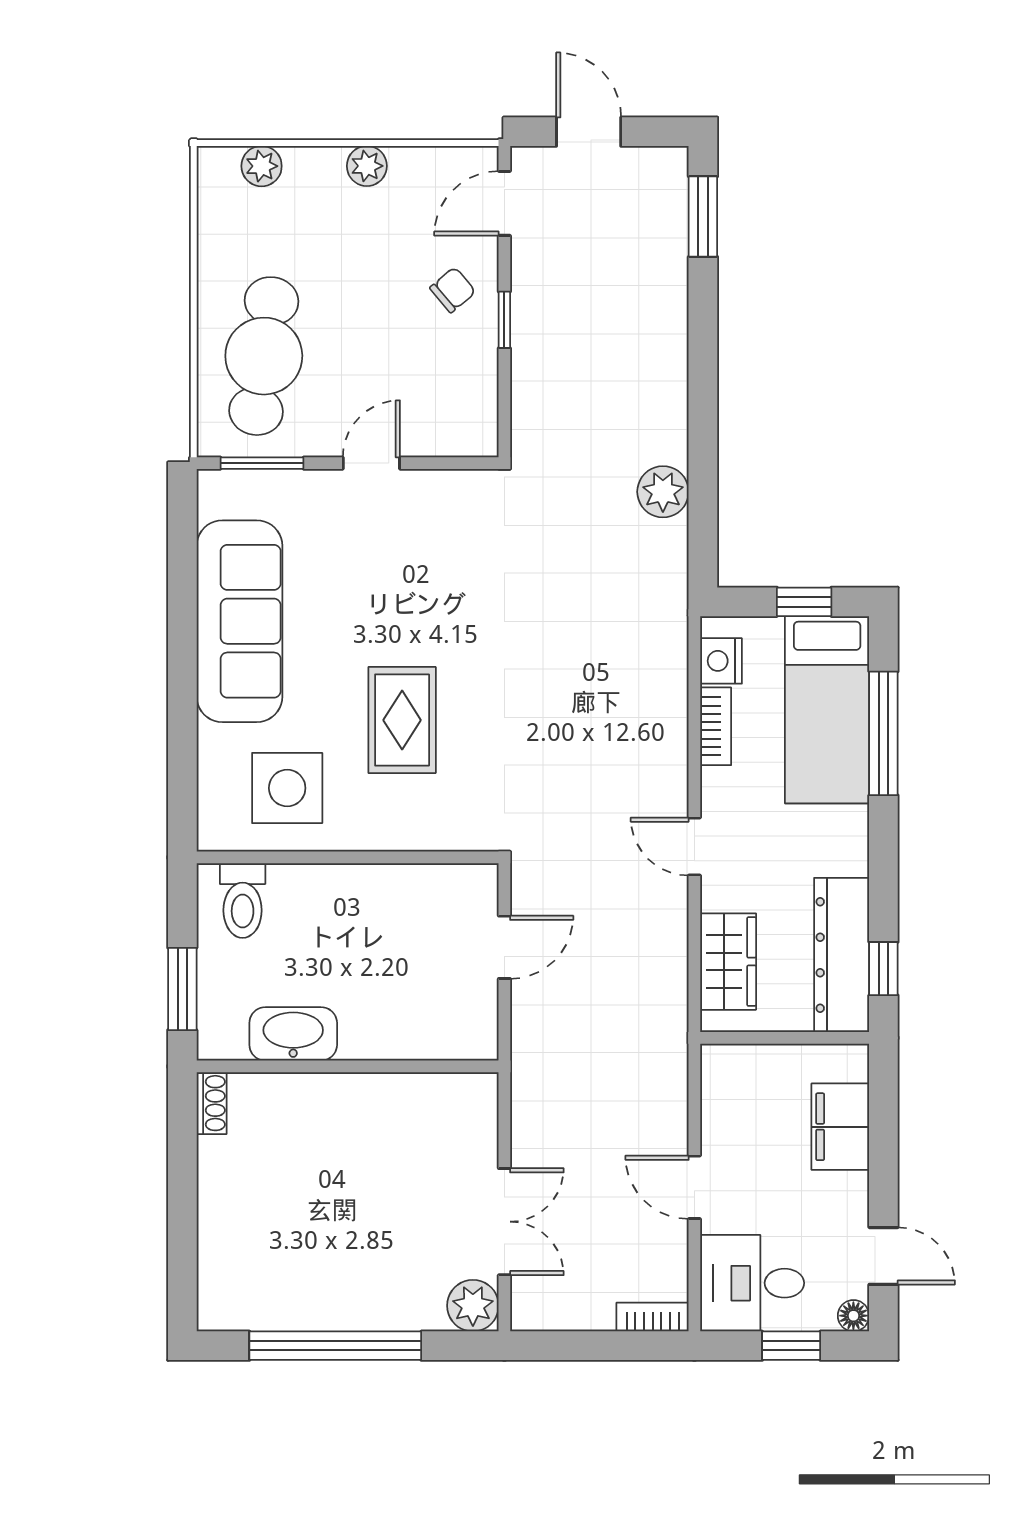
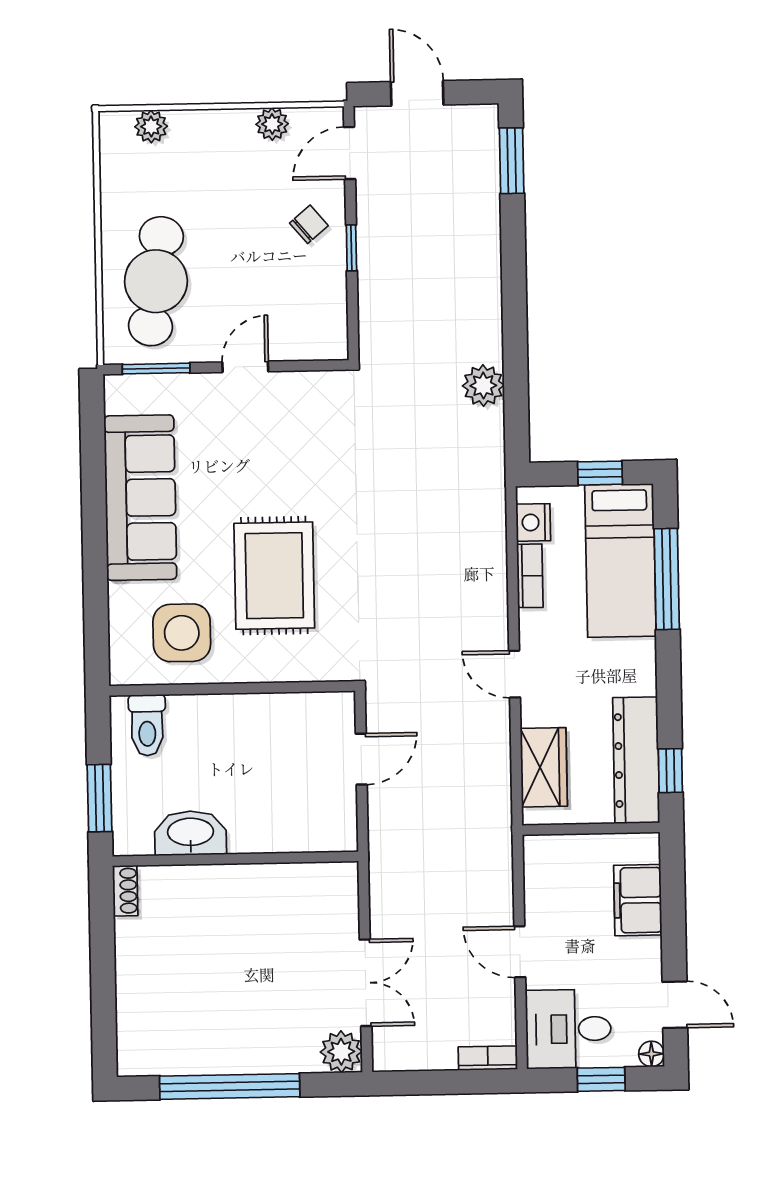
plant: (367, 166) -> (272, 124), moved
rug: (402, 720) -> (274, 576), width x1.36, depth x1.43

